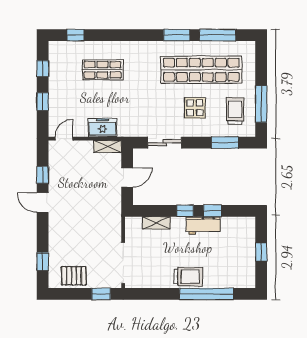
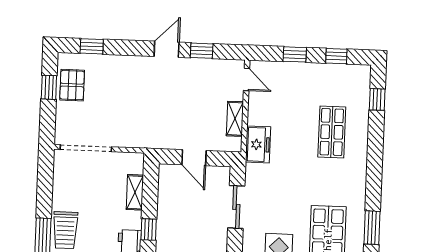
freezer: (103, 128) -> (258, 144), moved
shelving: (108, 146) -> (235, 119), moved
window: (101, 294) -> (49, 87), moved

